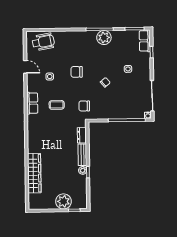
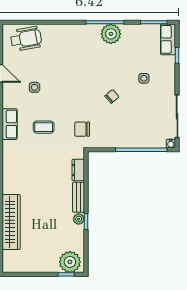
chair: (77, 72) -> (72, 81), removed
plant: (64, 201) -> (70, 262), moved

